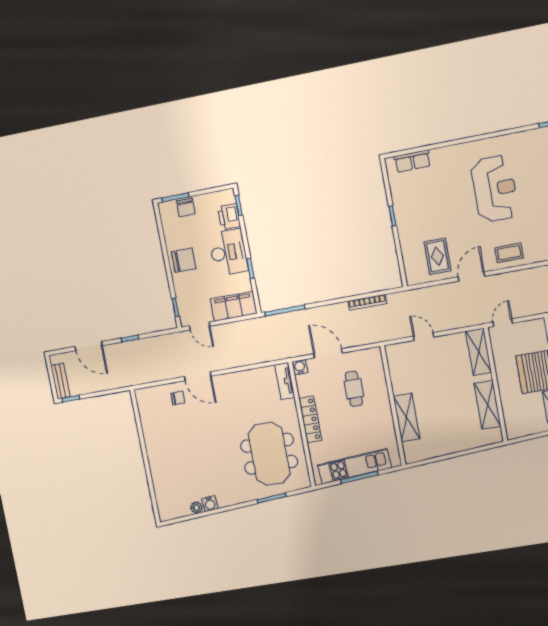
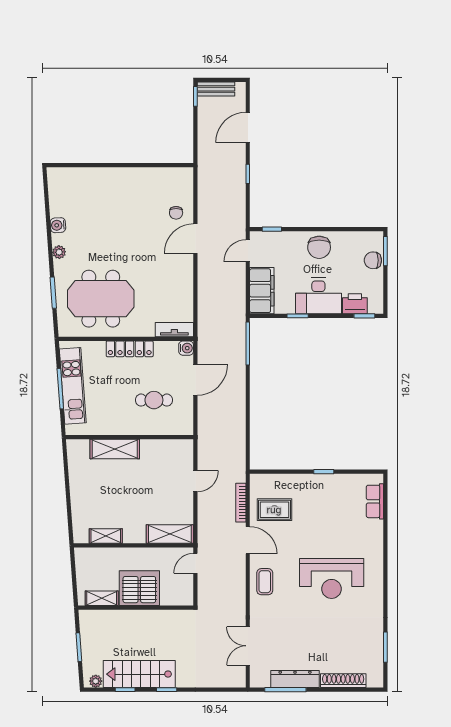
bookcase: (367, 302) -> (241, 503), moved
door: (503, 323) -> (195, 563), swing flipped
shelving: (487, 405) -> (106, 536), width x0.67, depth x0.75
plant: (196, 508) -> (59, 252), moved

